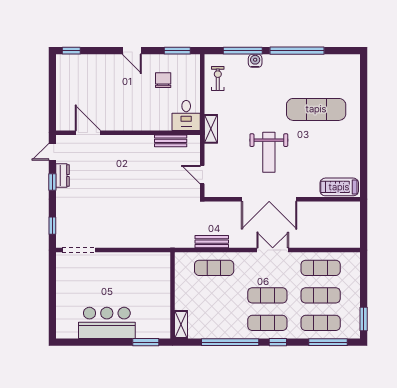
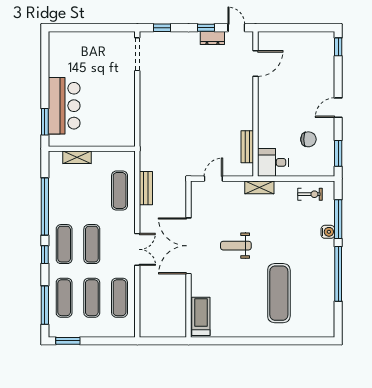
weight bench: (269, 152) -> (236, 246), width x0.73, depth x0.75
bar counter: (107, 323) -> (64, 106), moved
shelving: (181, 324) -> (77, 157), moved

